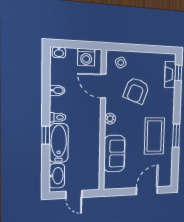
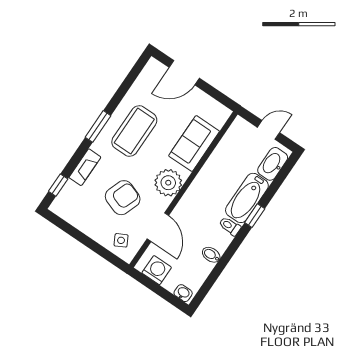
fireplace: (170, 74) -> (85, 167), moved
plant: (110, 119) -> (168, 183), width x1.88, depth x1.88
window: (176, 136) -> (98, 126), moved
door: (74, 194) -> (269, 130), hinge flipped

